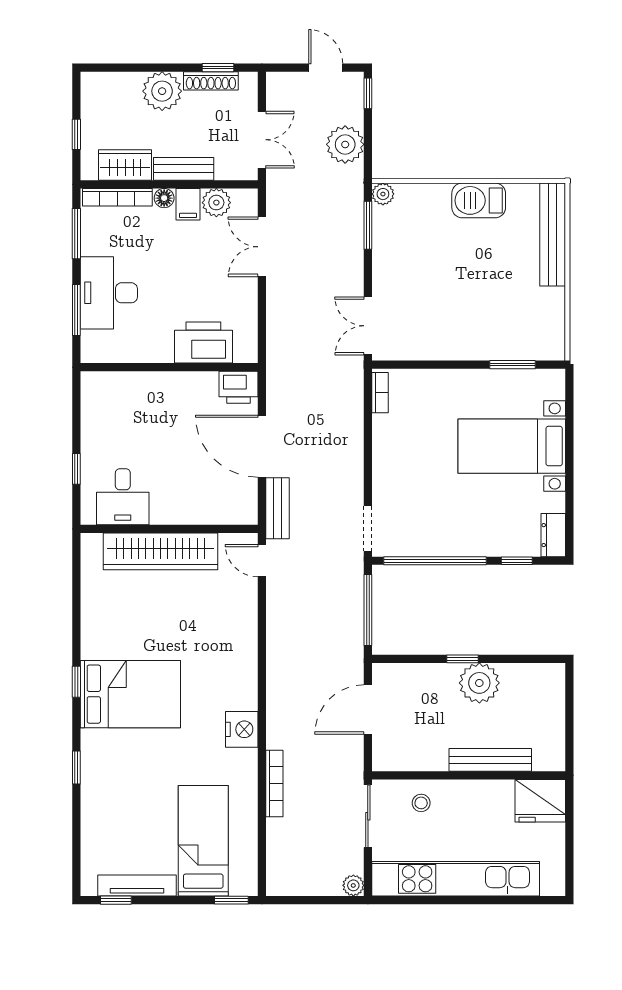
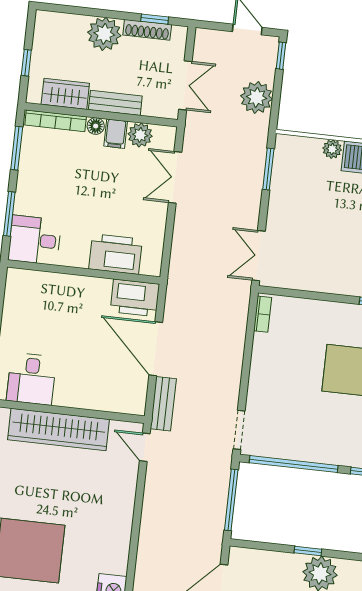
plant: (383, 194) -> (332, 149), moved
desk: (109, 293) -> (35, 240), moved, width x0.73
printer: (238, 387) -> (135, 298), width x1.37, depth x1.19

